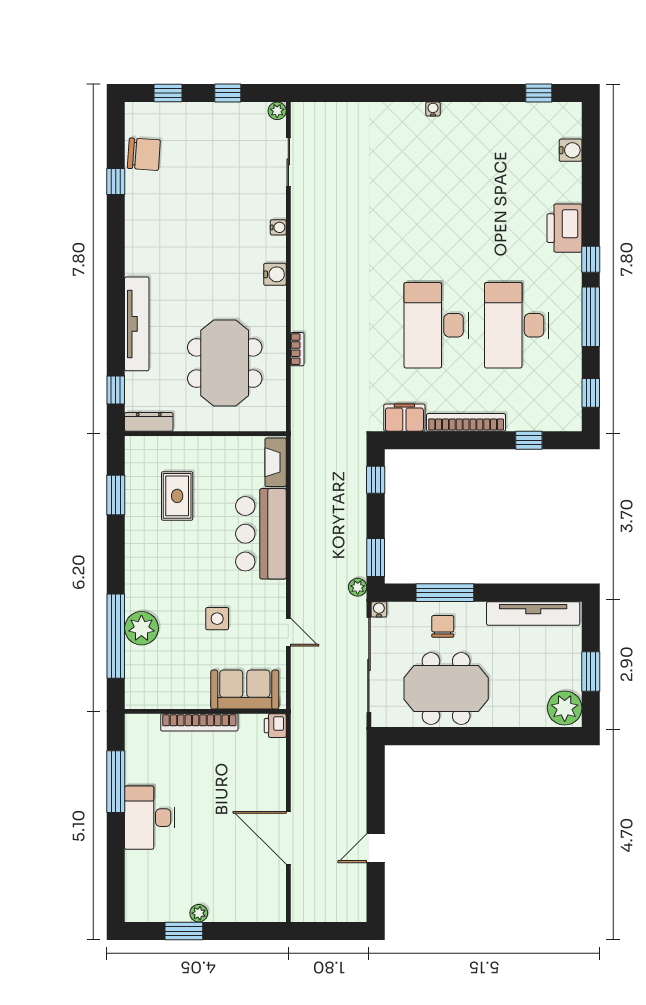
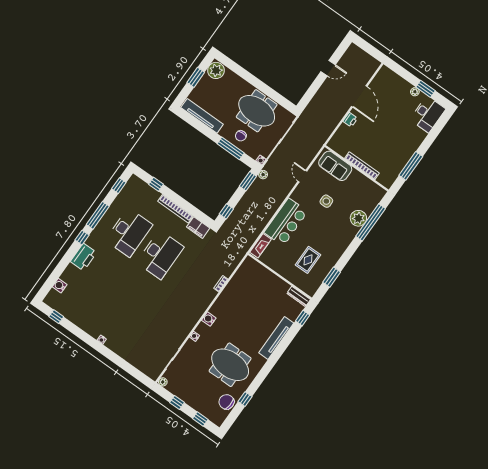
meeting table: (225, 363) -> (230, 365), moved, turned 90
printer: (275, 726) -> (350, 120), moved
desk: (150, 818) -> (428, 114), moved

